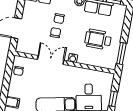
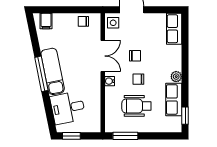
chair: (59, 19) -> (138, 79), moved
wheelchair: (98, 39) -> (137, 106), turned -90
side table: (24, 46) -> (113, 23), added

